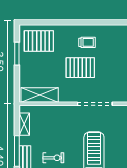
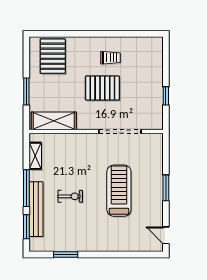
pallet: (39, 41) -> (53, 56), turned 90
window: (17, 54) -> (26, 92), moved

